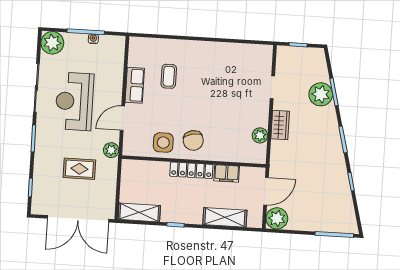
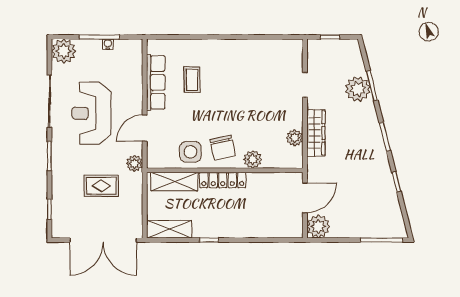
row of seats: (135, 85) -> (156, 82), width x1.48
wardrobe: (280, 125) -> (316, 133), width x1.50
plant: (220, 153) -> (253, 159), added
filing cabinet: (227, 173) -> (261, 181), removed
shelving: (225, 217) -> (174, 182), moved

